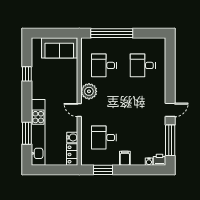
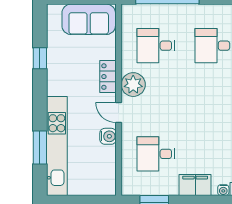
water cooler: (72, 137) -> (108, 136), moved
locker: (72, 154) -> (108, 77), moved
filing cabinet: (125, 158) -> (195, 185), width x2.00

